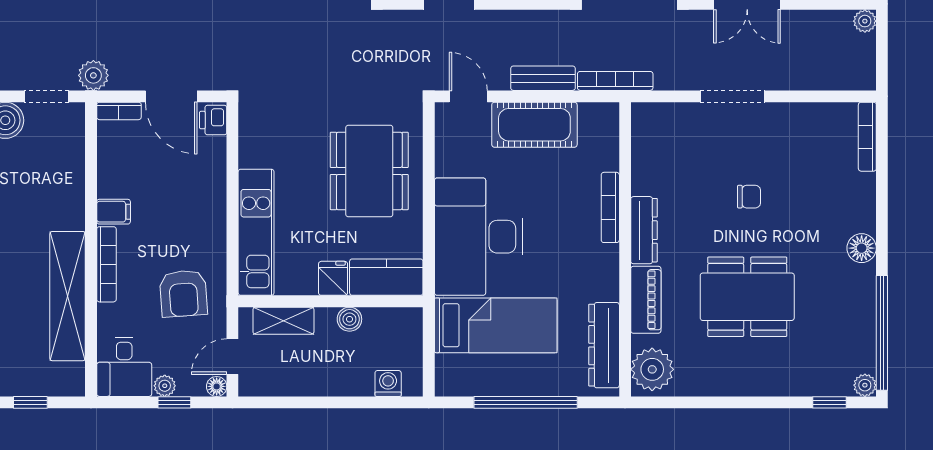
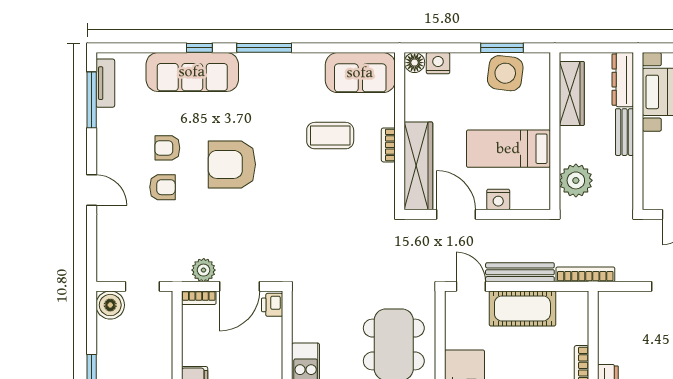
plant: (93, 75) -> (204, 270), moved
bench: (543, 78) -> (520, 272), width x1.36
door: (171, 96) -> (239, 286), hinge flipped

